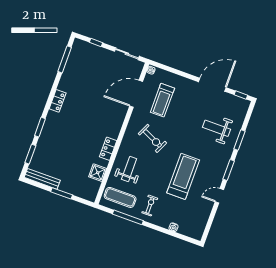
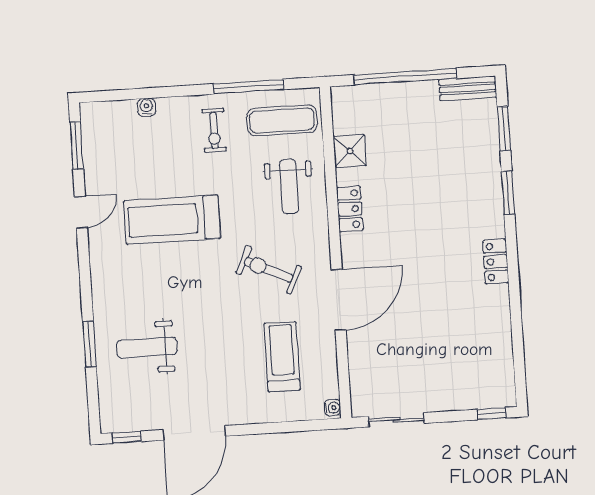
window: (96, 43) -> (492, 414), moved
window: (65, 59) -> (518, 353), removed
door: (136, 94) -> (339, 300), moved
weight bench: (217, 128) -> (147, 348), turned 180
window: (229, 170) -> (77, 146), moved
treadmill: (183, 176) -> (172, 220), turned 90
bench: (42, 179) -> (468, 88), width x0.73
window: (62, 193) -> (405, 77), width x2.11

